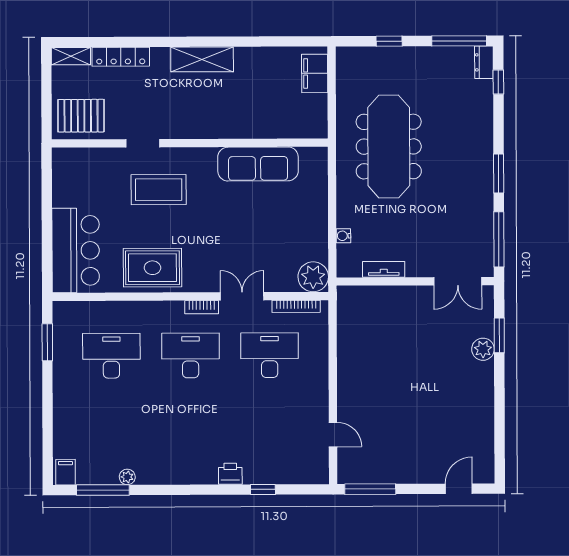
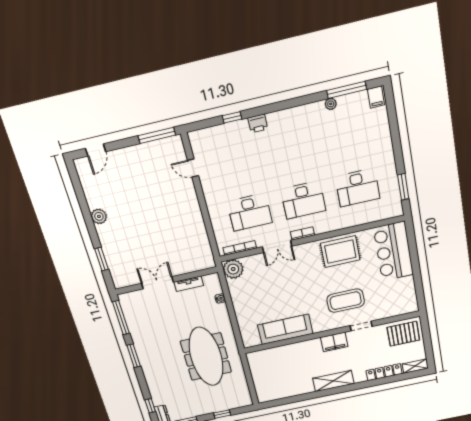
filing cabinet: (315, 73) -> (334, 342), moved, turned 90
double door: (458, 281) -> (157, 283), moved
plant: (483, 349) -> (99, 216), moved

